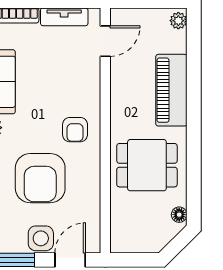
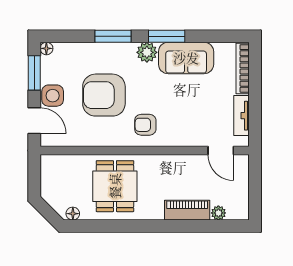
plant: (178, 21) -> (218, 213), moved
piano: (171, 90) -> (187, 210), width x0.73, depth x0.75

